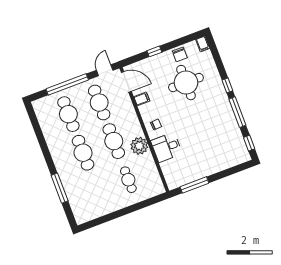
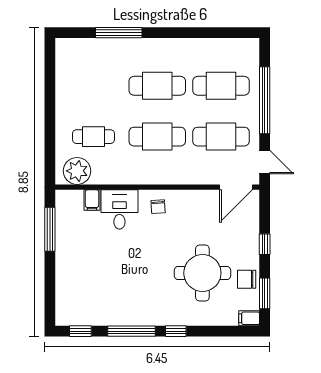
window: (184, 40) -> (265, 293), added
filing cabinet: (142, 99) -> (92, 200), moved
plant: (139, 146) -> (77, 171), moved

